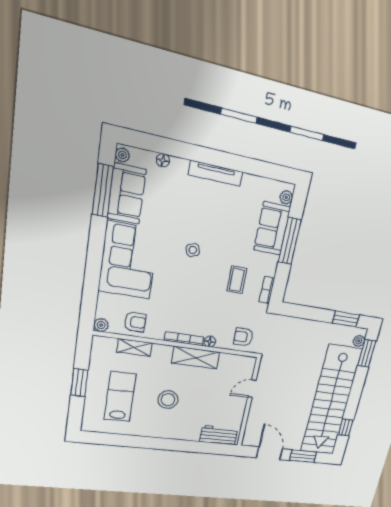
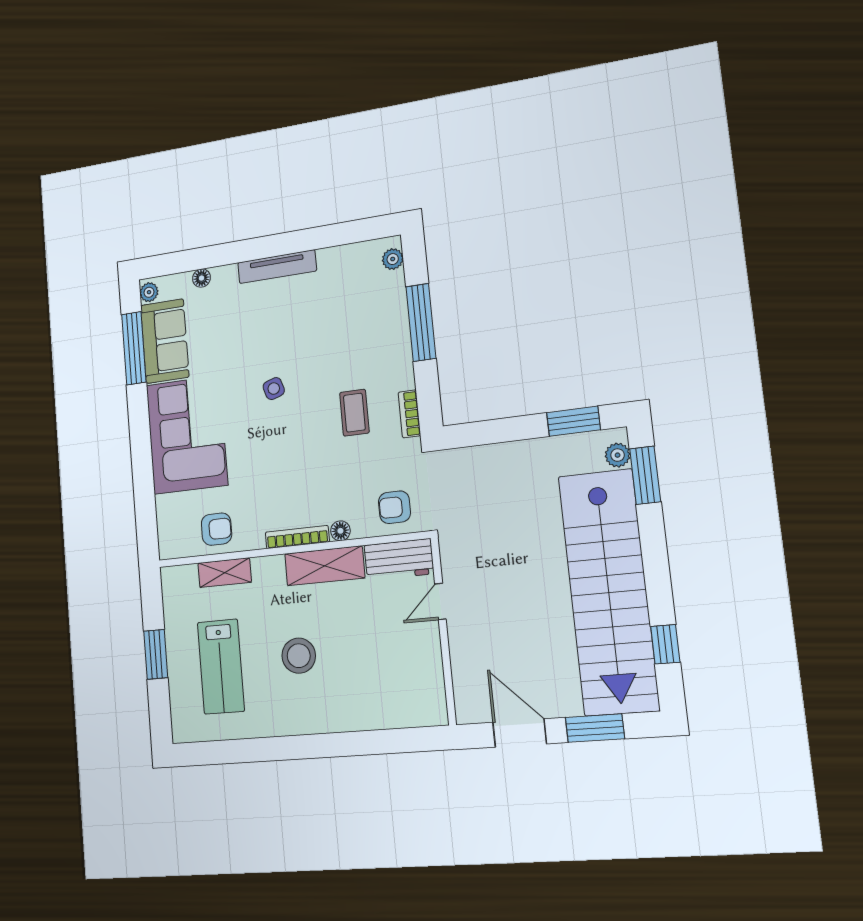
sofa: (272, 229) -> (386, 313), removed
plant: (101, 325) -> (169, 548), removed
lab bench: (120, 397) -> (221, 667), turned 180
workbench: (219, 435) -> (399, 559), moved, turned 180

